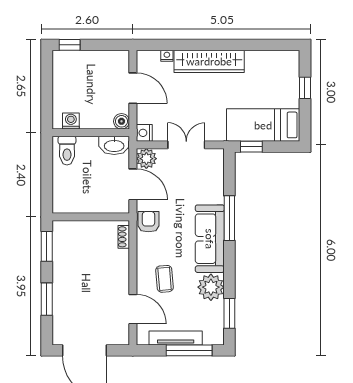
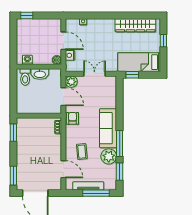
wardrobe: (209, 61) -> (135, 25), moved
nightstand: (144, 133) -> (70, 55), moved
washbasin: (114, 145) -> (40, 74), moved
window: (229, 218) -> (120, 143), moved
window: (47, 299) -> (13, 176), moved

